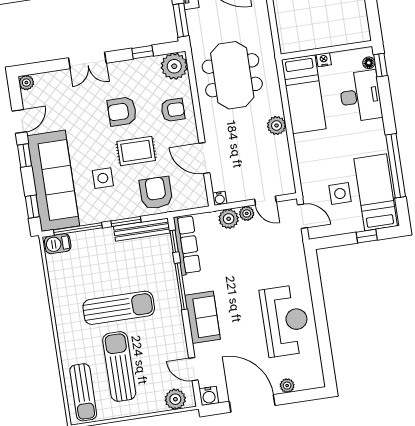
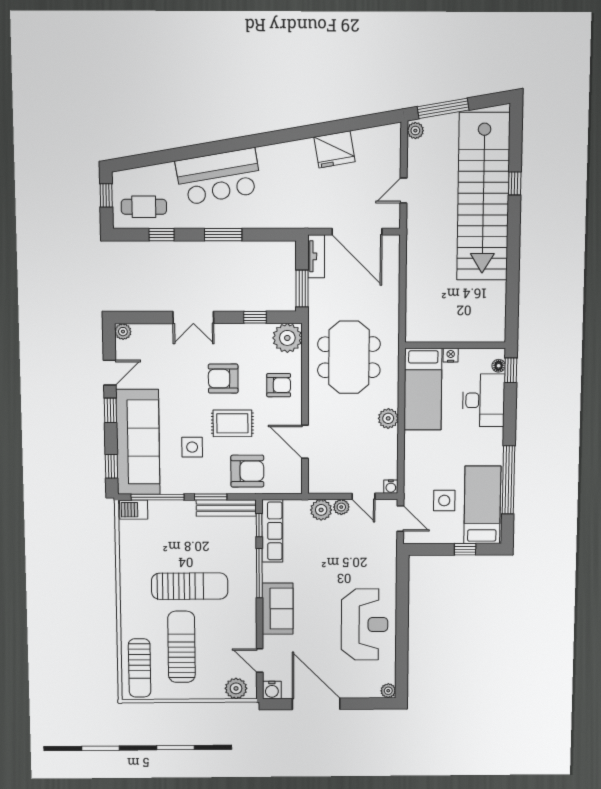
armchair: (156, 193) -> (247, 471), turned 90
water cooler: (220, 198) -> (391, 487), moved
plant: (287, 386) -> (388, 691), moved

